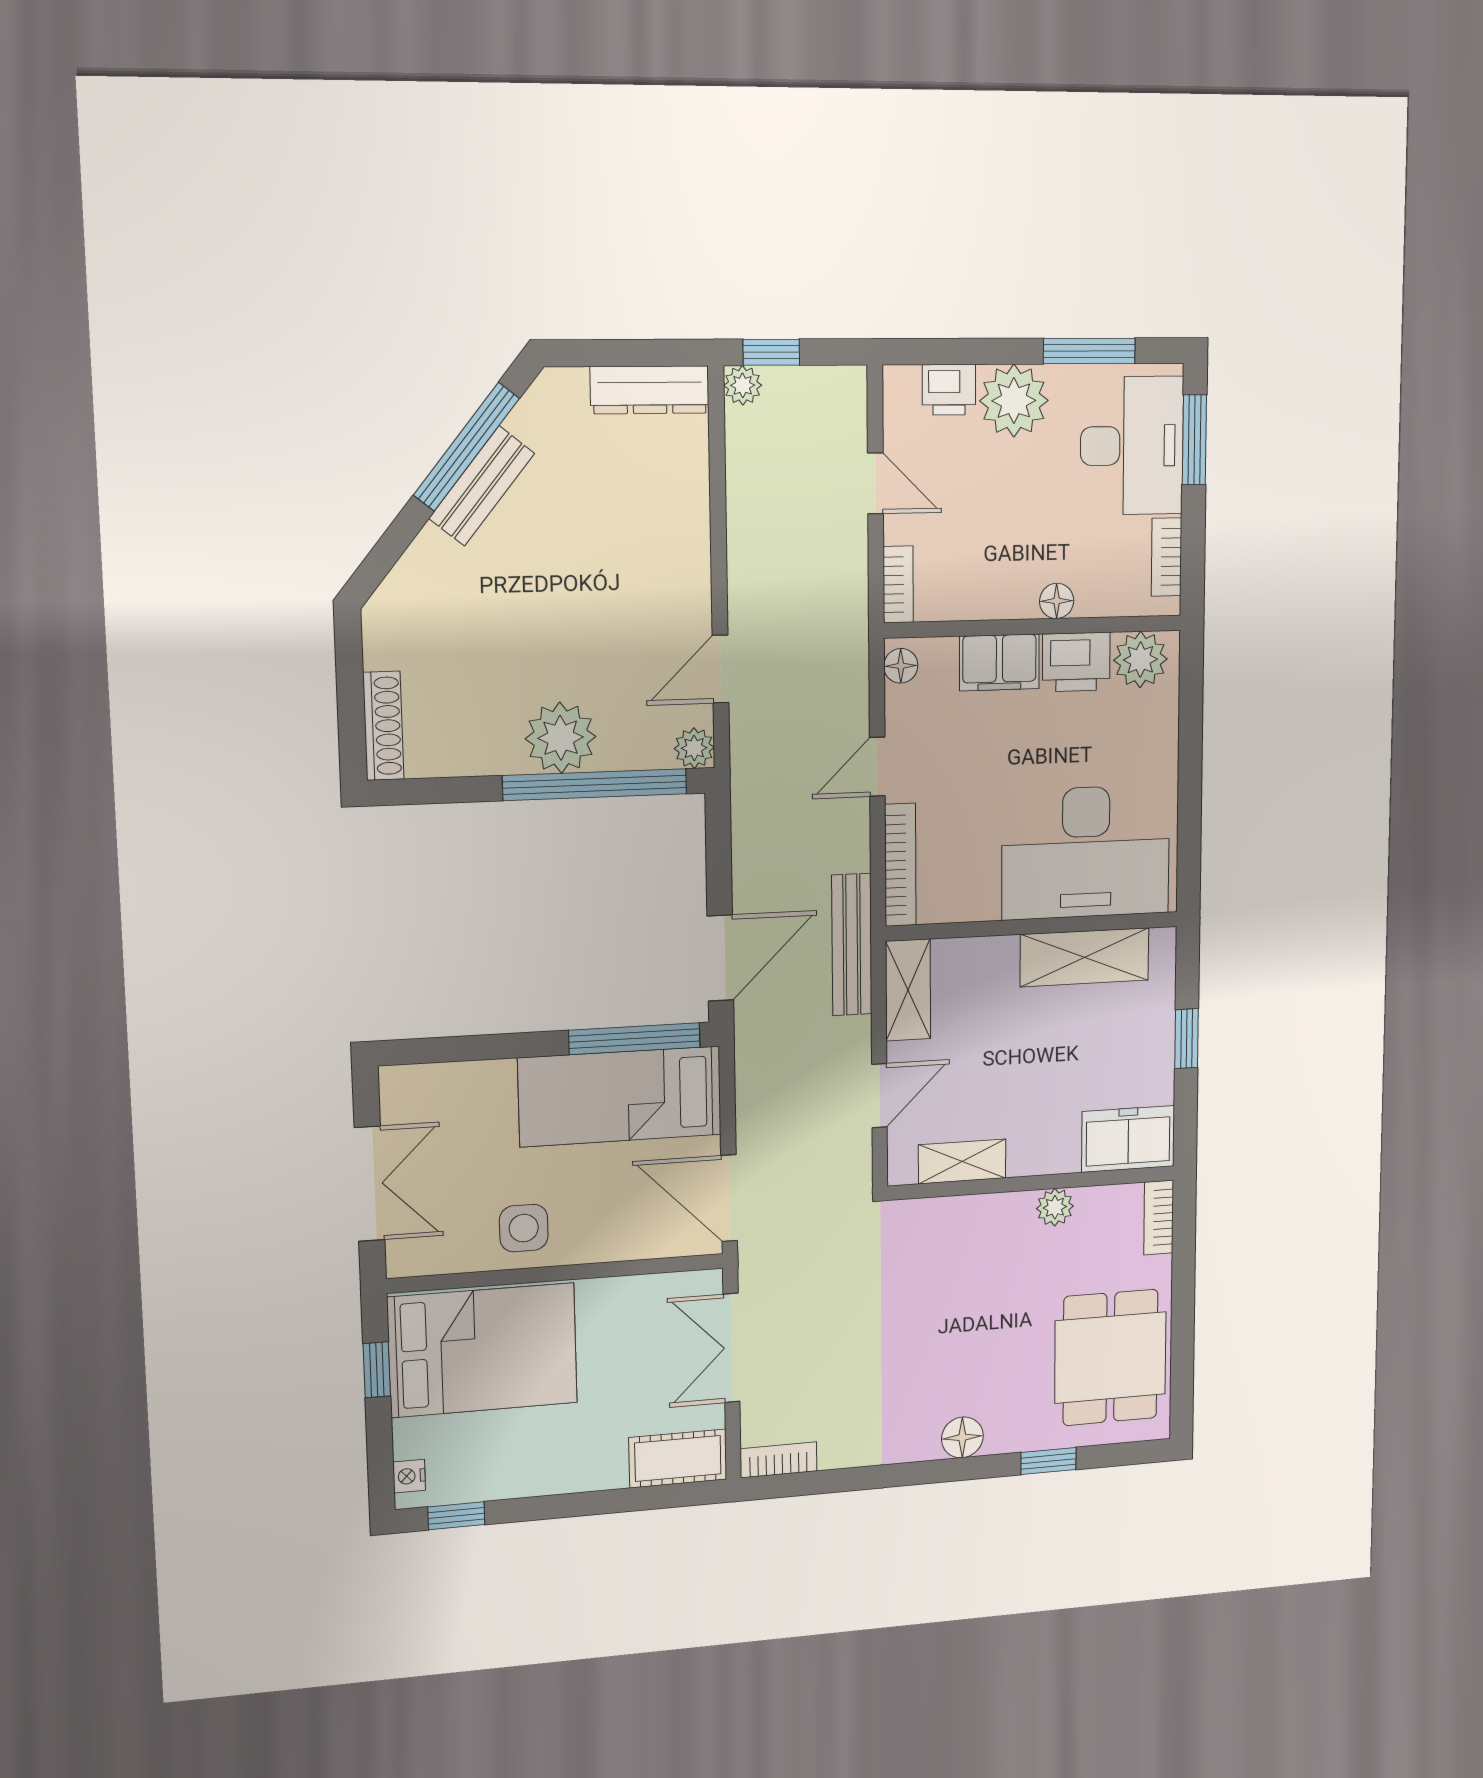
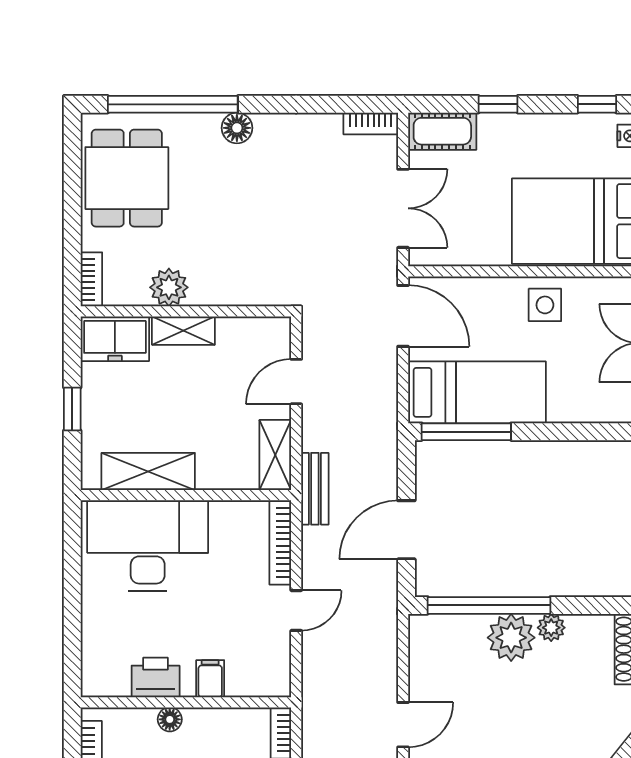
plant: (1140, 660) -> (109, 678), removed
filing cabinet: (999, 662) -> (210, 679), width x0.50
floor lamp: (901, 666) -> (279, 678), removed
door: (721, 669) -> (403, 725), moved
plant: (694, 748) -> (551, 628), moved
bench: (852, 945) -> (315, 489), width x0.73
door: (720, 958) -> (406, 530), moved
shelving: (962, 1161) -> (183, 331), moved
plant: (1055, 1207) -> (169, 287), width x1.38, depth x1.38
window: (1048, 1461) -> (173, 104), width x3.17
window: (599, 1503) -> (498, 104), added

